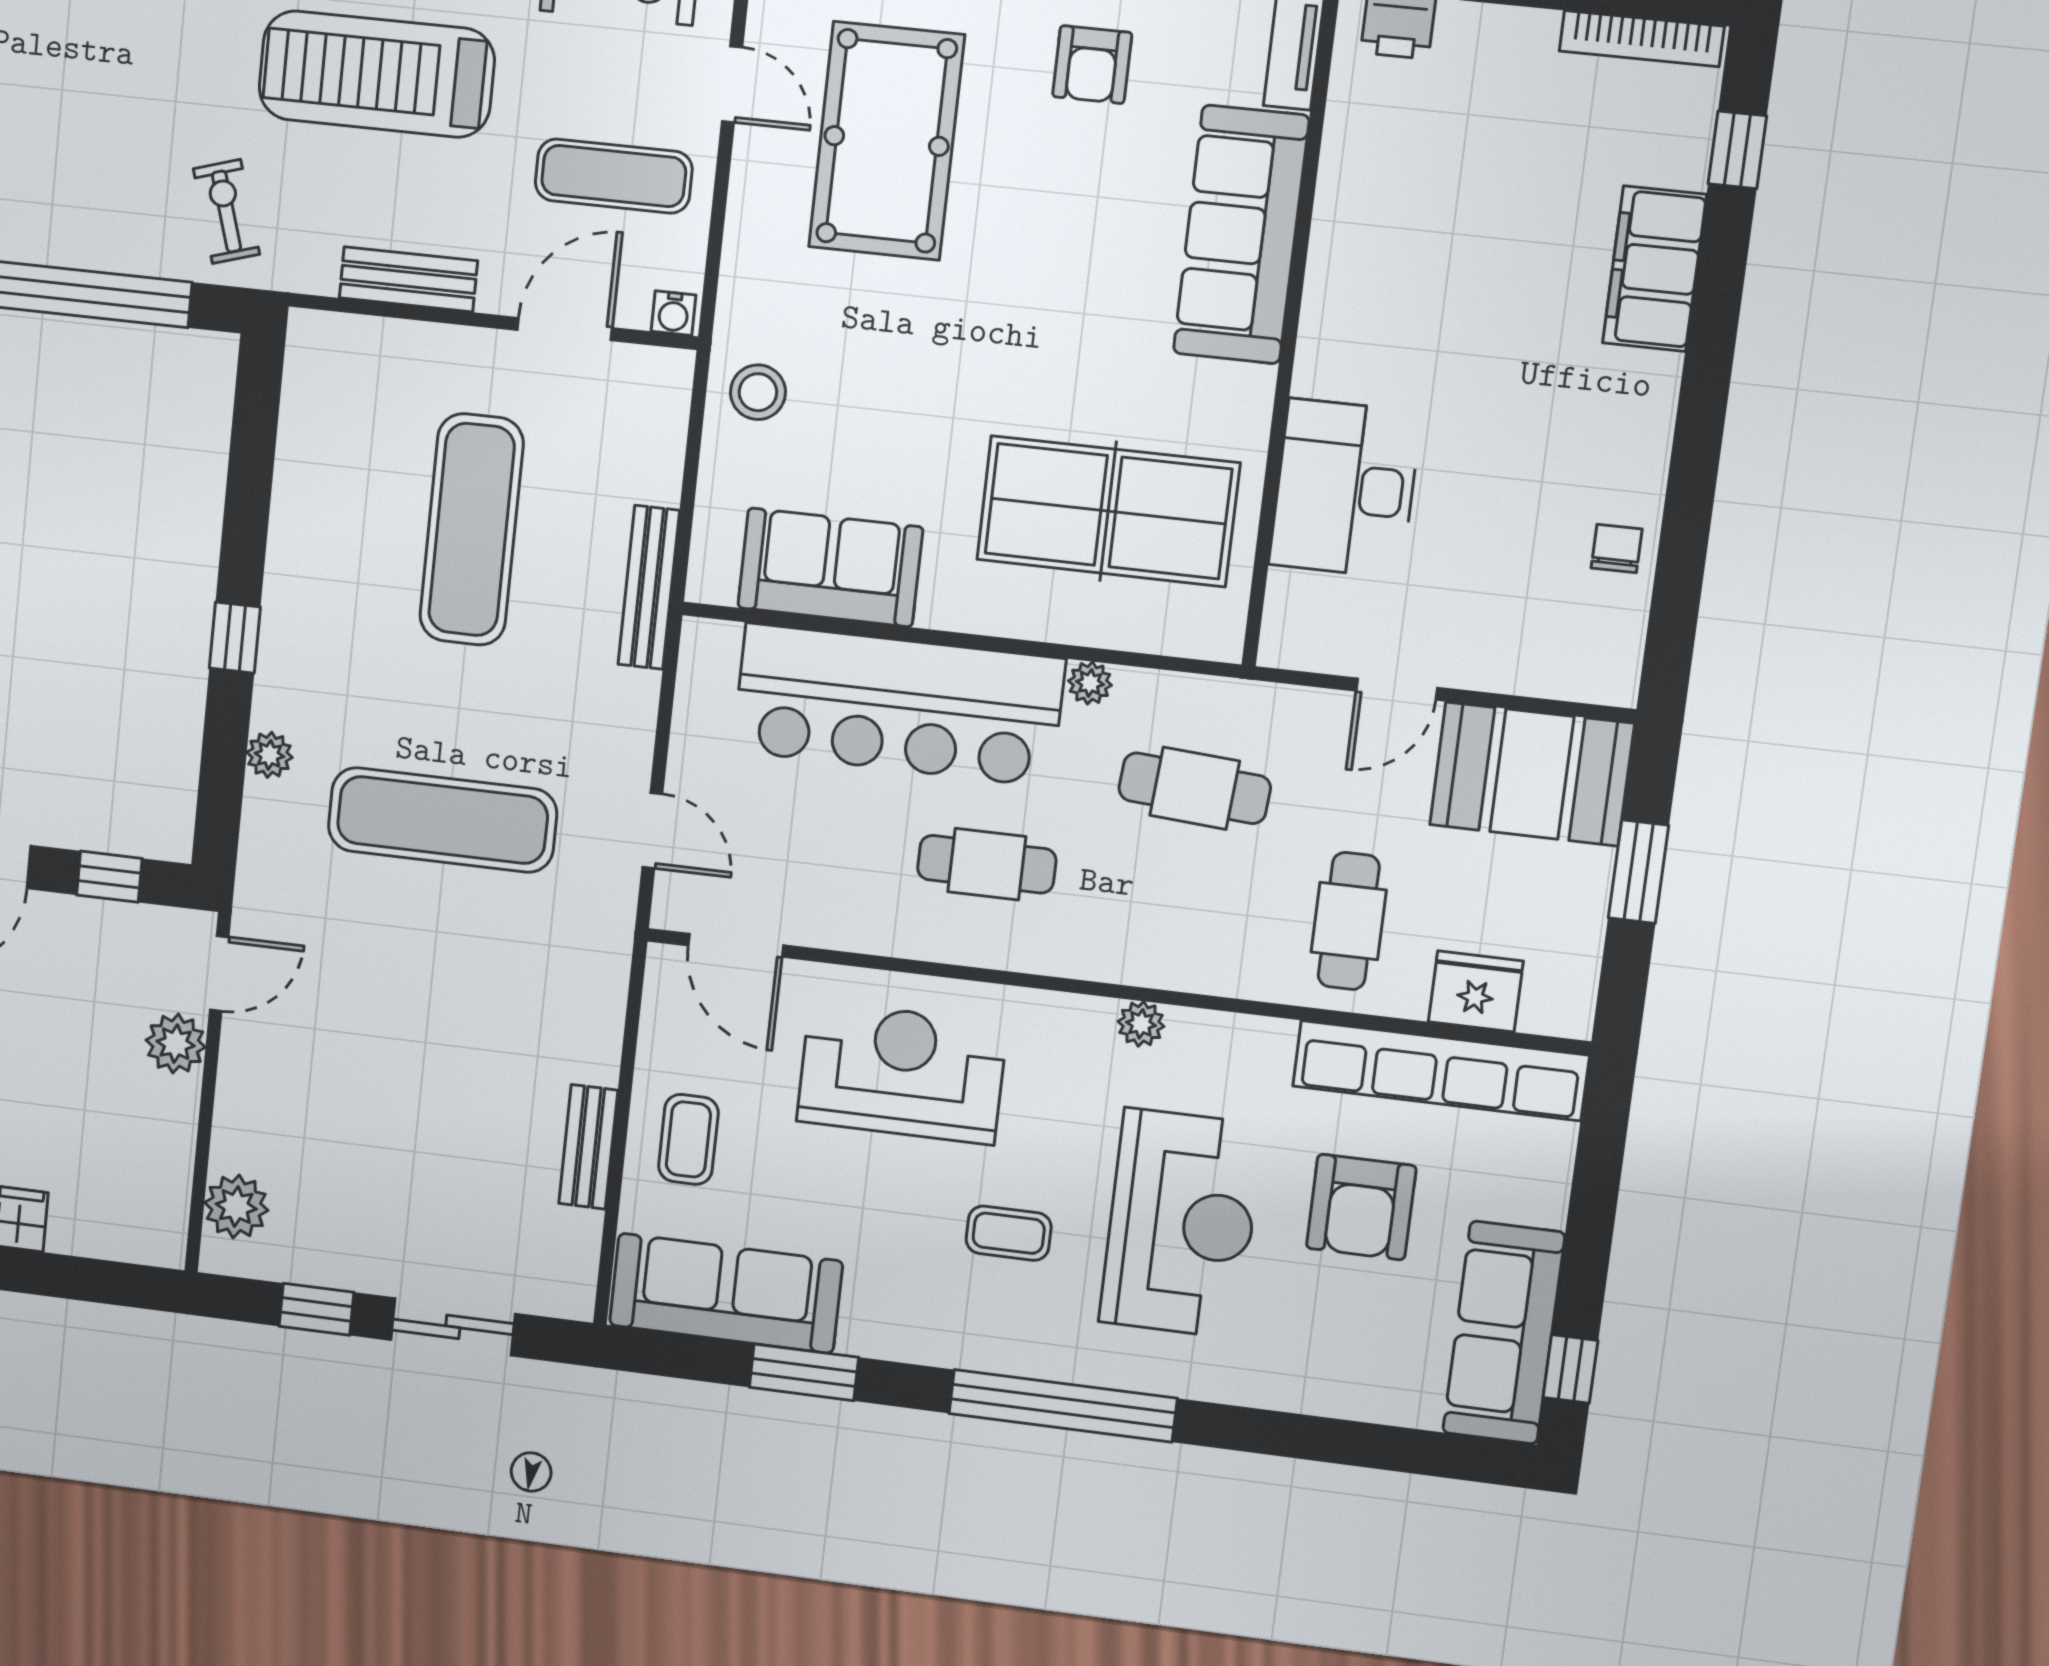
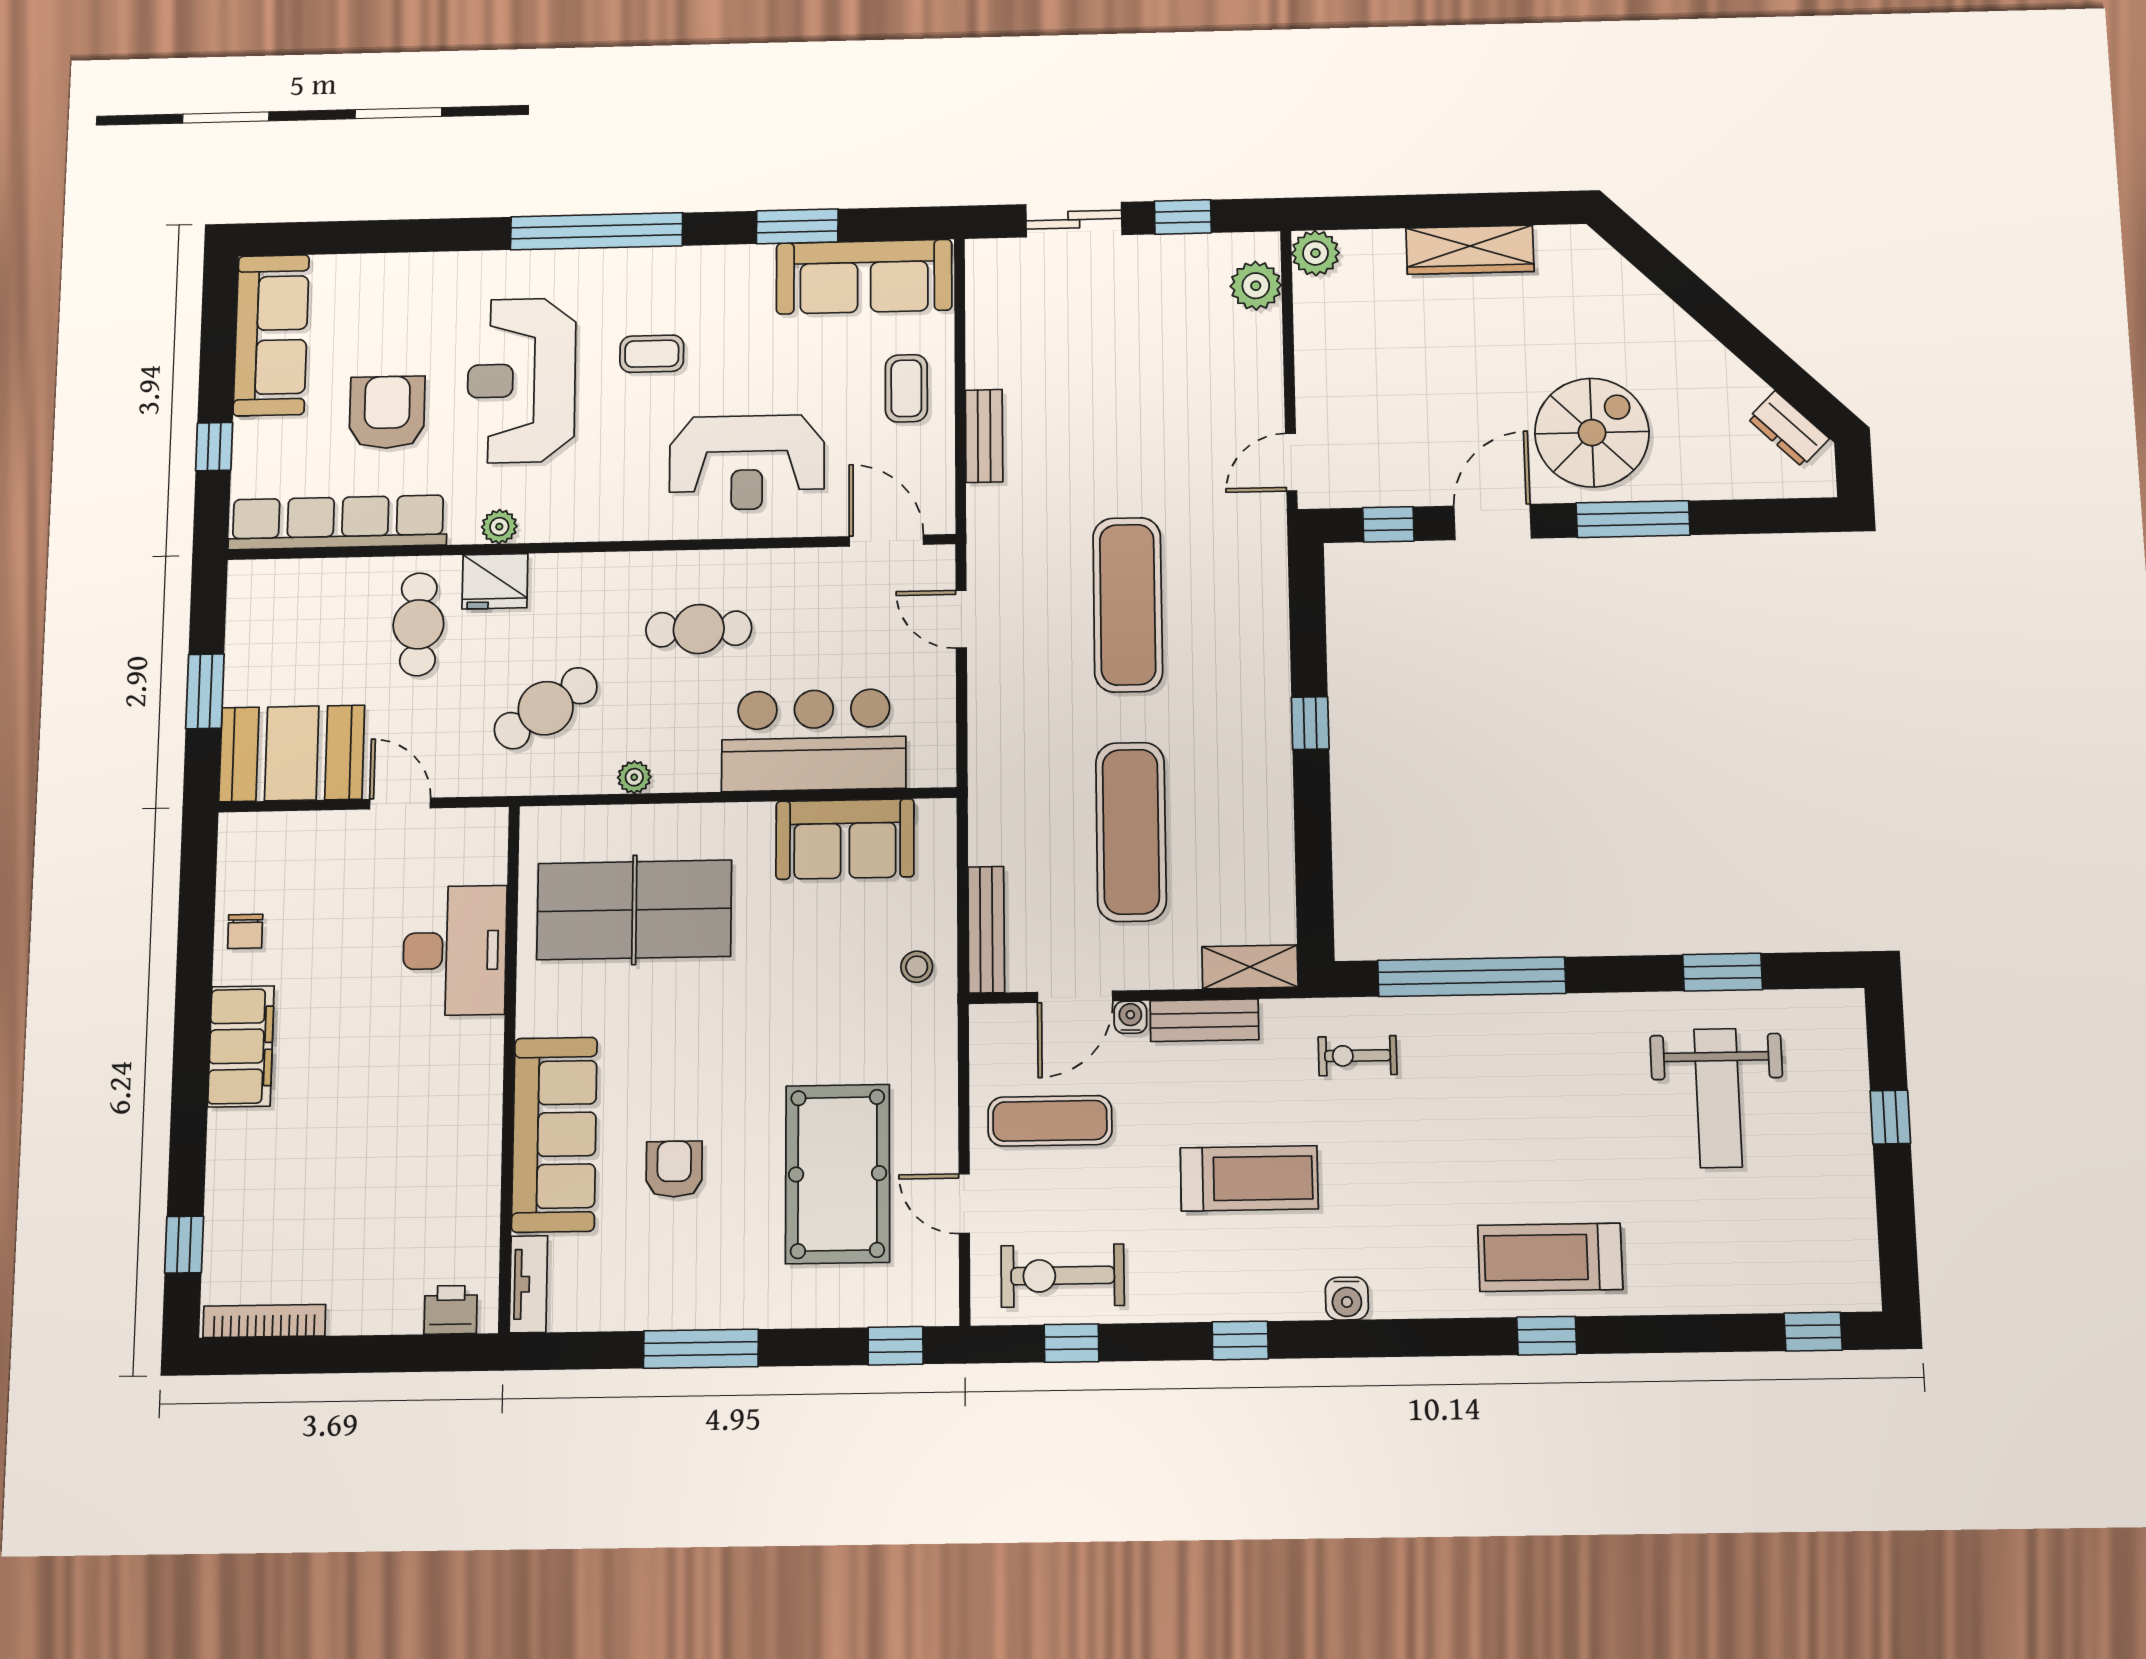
armchair: (1092, 65) -> (674, 1169), moved
treadmill: (377, 74) -> (1249, 1178), width x0.73, depth x0.73
exercise bike: (226, 212) -> (1358, 1056), turned 107
filing cabinet: (1655, 269) -> (241, 1046), moved
water cooler: (673, 313) -> (1130, 1017), moved
shelving: (345, 339) -> (1250, 967), added
stool: (758, 392) -> (917, 967), width x0.73, depth x0.73
bench: (649, 587) -> (986, 930), moved
door: (1397, 689) -> (400, 804), hinge flipped
bar counter: (898, 705) -> (814, 740), width x0.73
plant: (269, 755) -> (1271, 636), removed
cafe table: (1195, 788) -> (546, 708), turned -38
exercise mat: (442, 820) -> (1128, 605), turned 90
fridge: (1476, 991) -> (495, 581), moved
plant: (1141, 1024) -> (499, 527), moved
plant: (176, 1044) -> (1315, 253), moved
bench: (588, 1147) -> (984, 436), moved
window: (1570, 1369) -> (214, 447), moved

